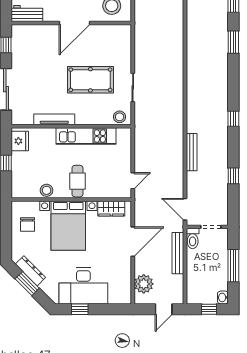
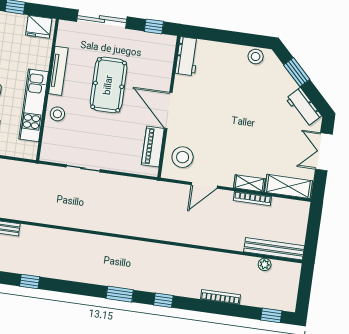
piano: (106, 32) -> (153, 147), added
pool table: (90, 80) -> (109, 85), moved
stool: (120, 117) -> (57, 114), moved

